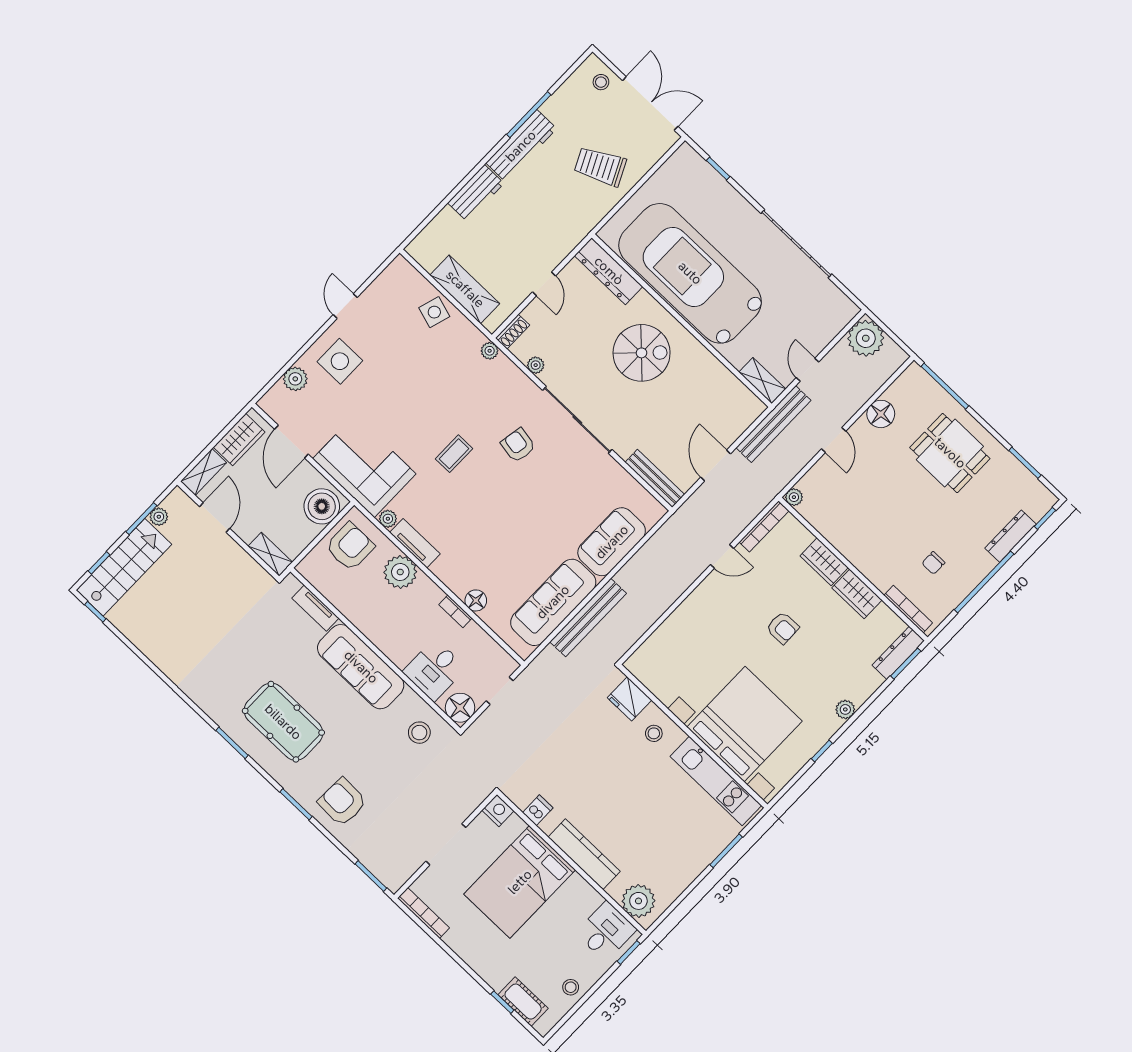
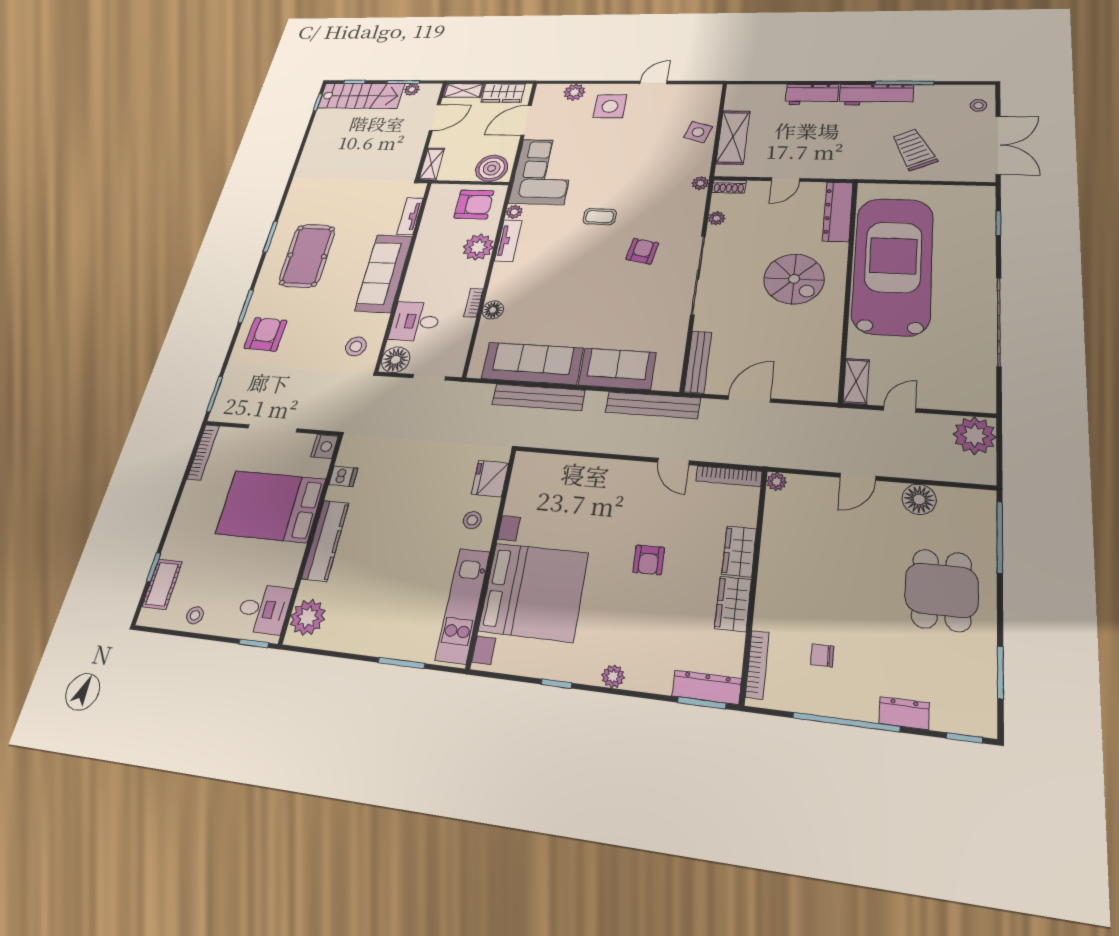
bench: (773, 424) -> (653, 405), moved
dresser: (1011, 536) -> (904, 713), width x0.70

